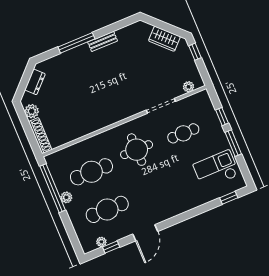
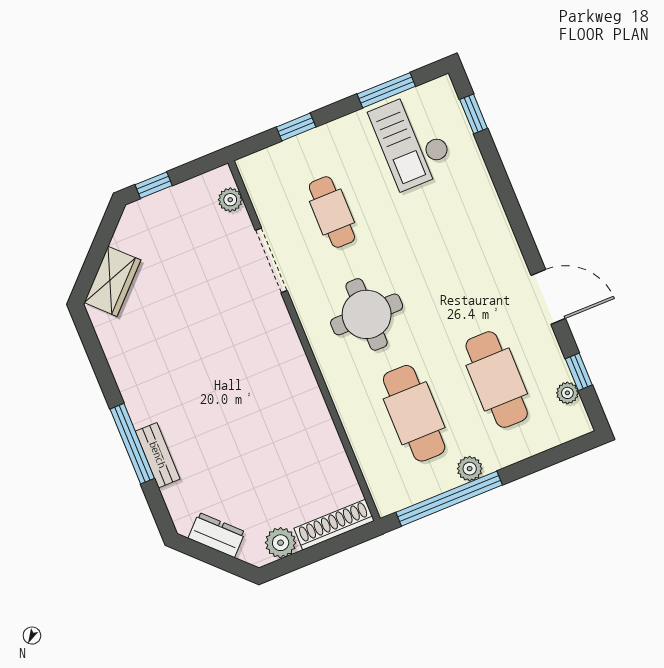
wardrobe: (164, 39) -> (112, 281), moved
bench: (103, 41) -> (158, 455), moved
window: (233, 143) -> (386, 90), moved

